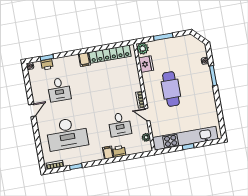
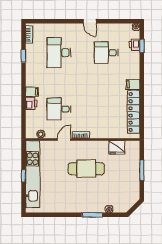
plant: (143, 48) -> (133, 147), removed
desk: (67, 134) -> (59, 53), width x0.73, depth x0.77

